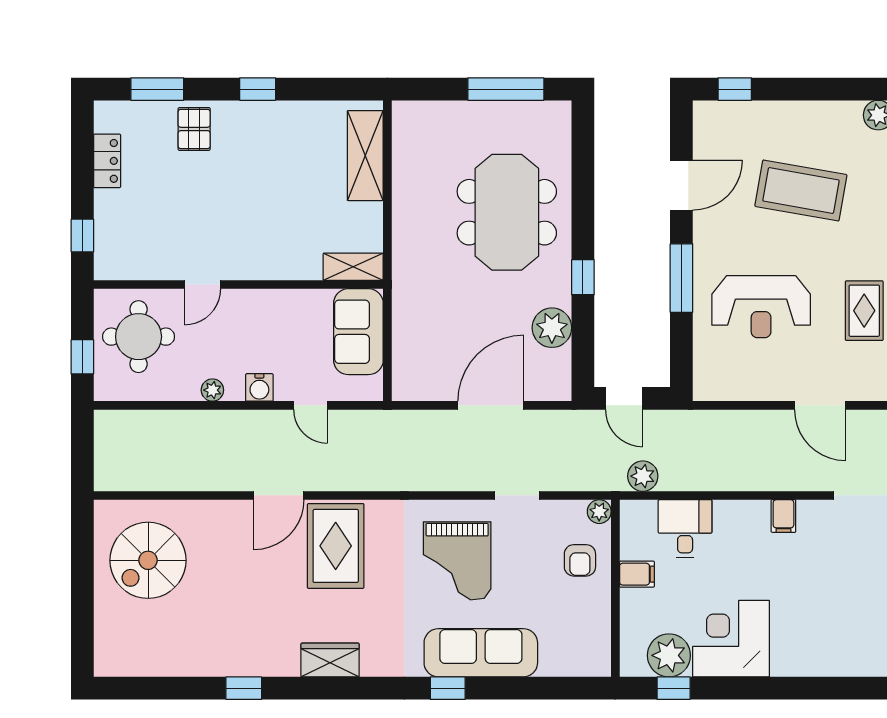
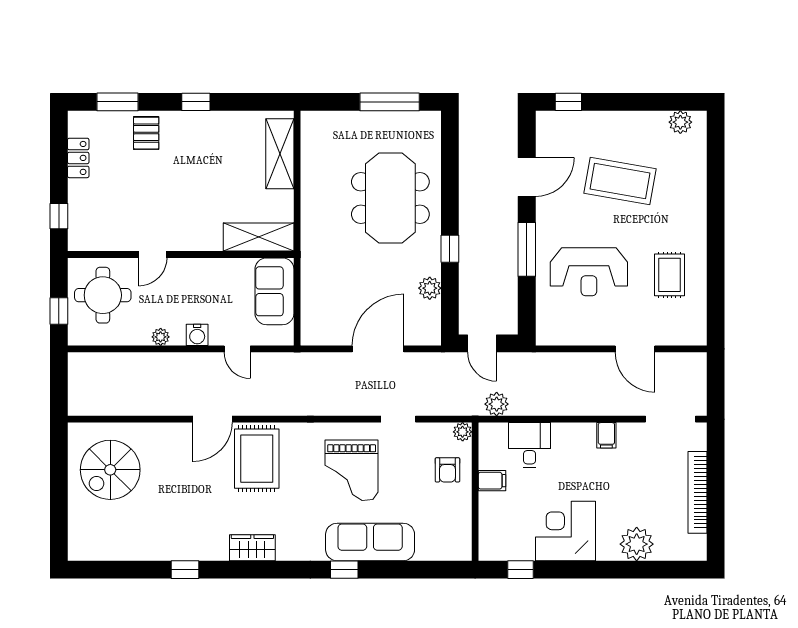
shelving: (353, 267) -> (259, 237), width x1.50, depth x1.33
plant: (552, 328) -> (430, 288), width x0.73, depth x0.73
plant: (669, 655) -> (637, 544), moved

